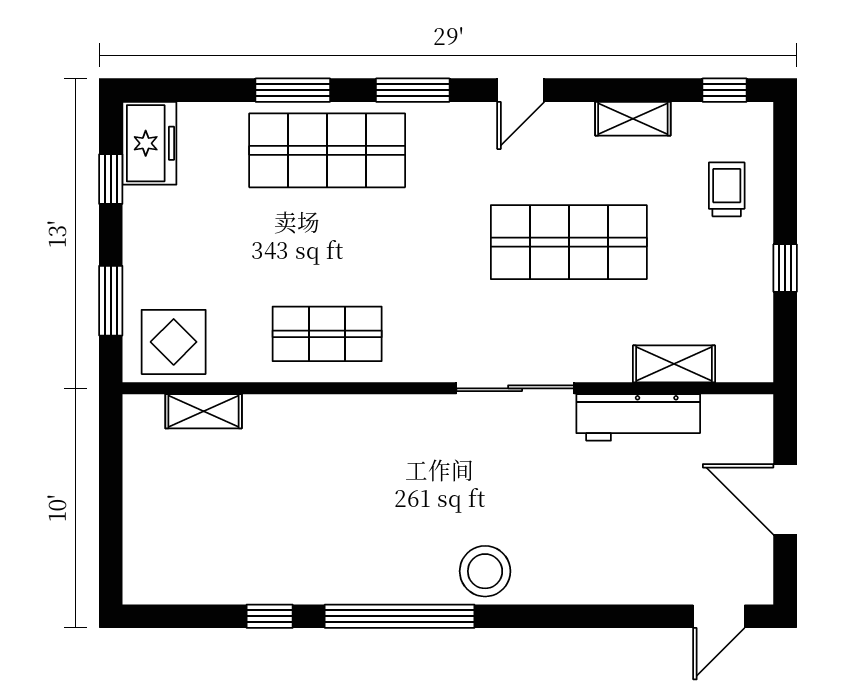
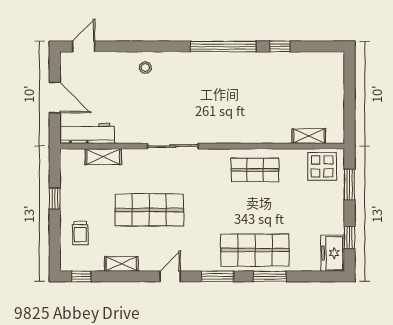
workbench: (638, 417) -> (87, 133), moved
stool: (485, 571) -> (145, 68), moved, width x0.53, depth x0.53

